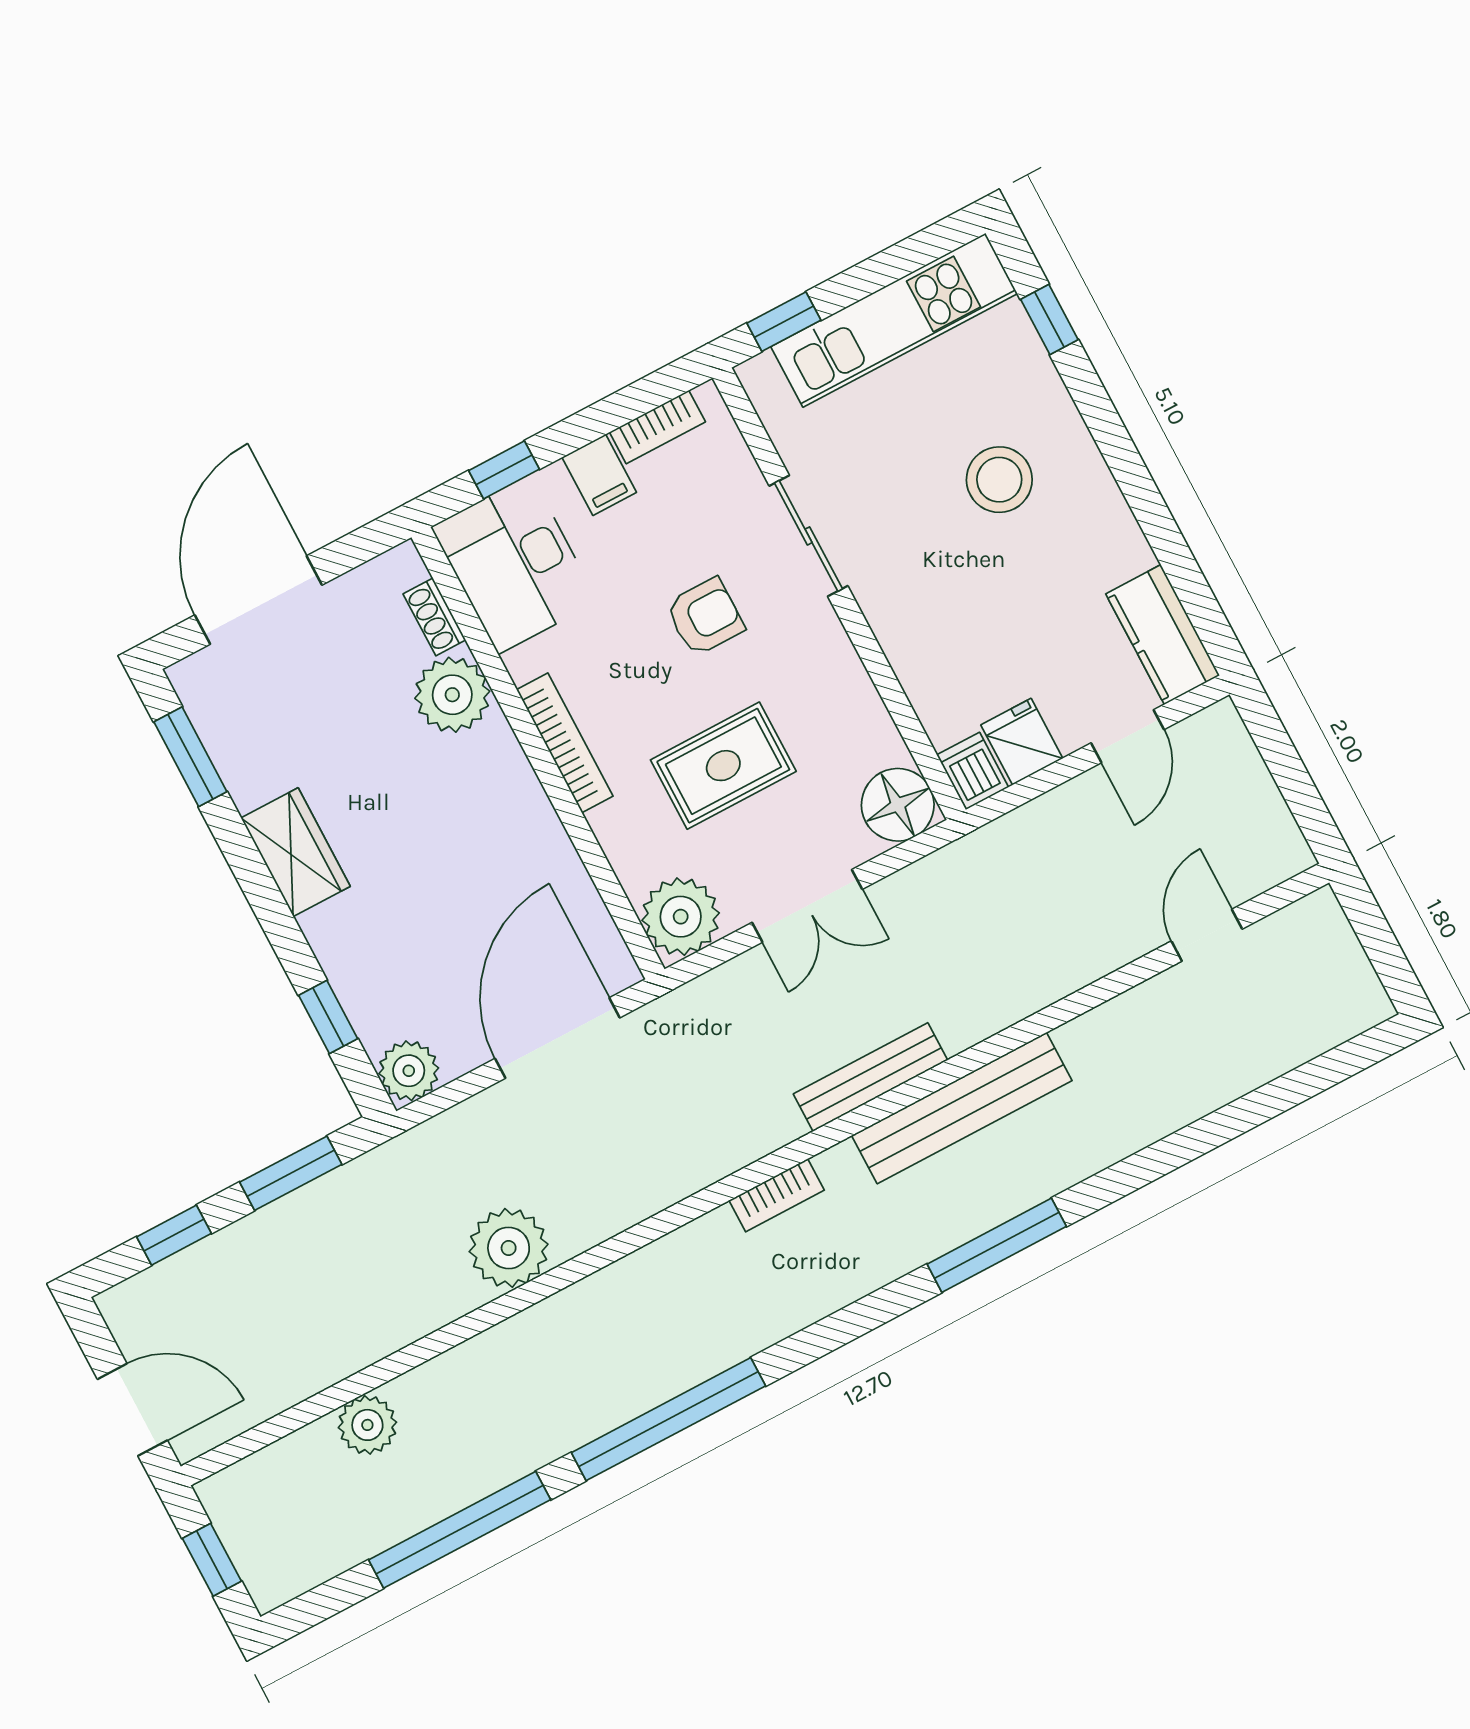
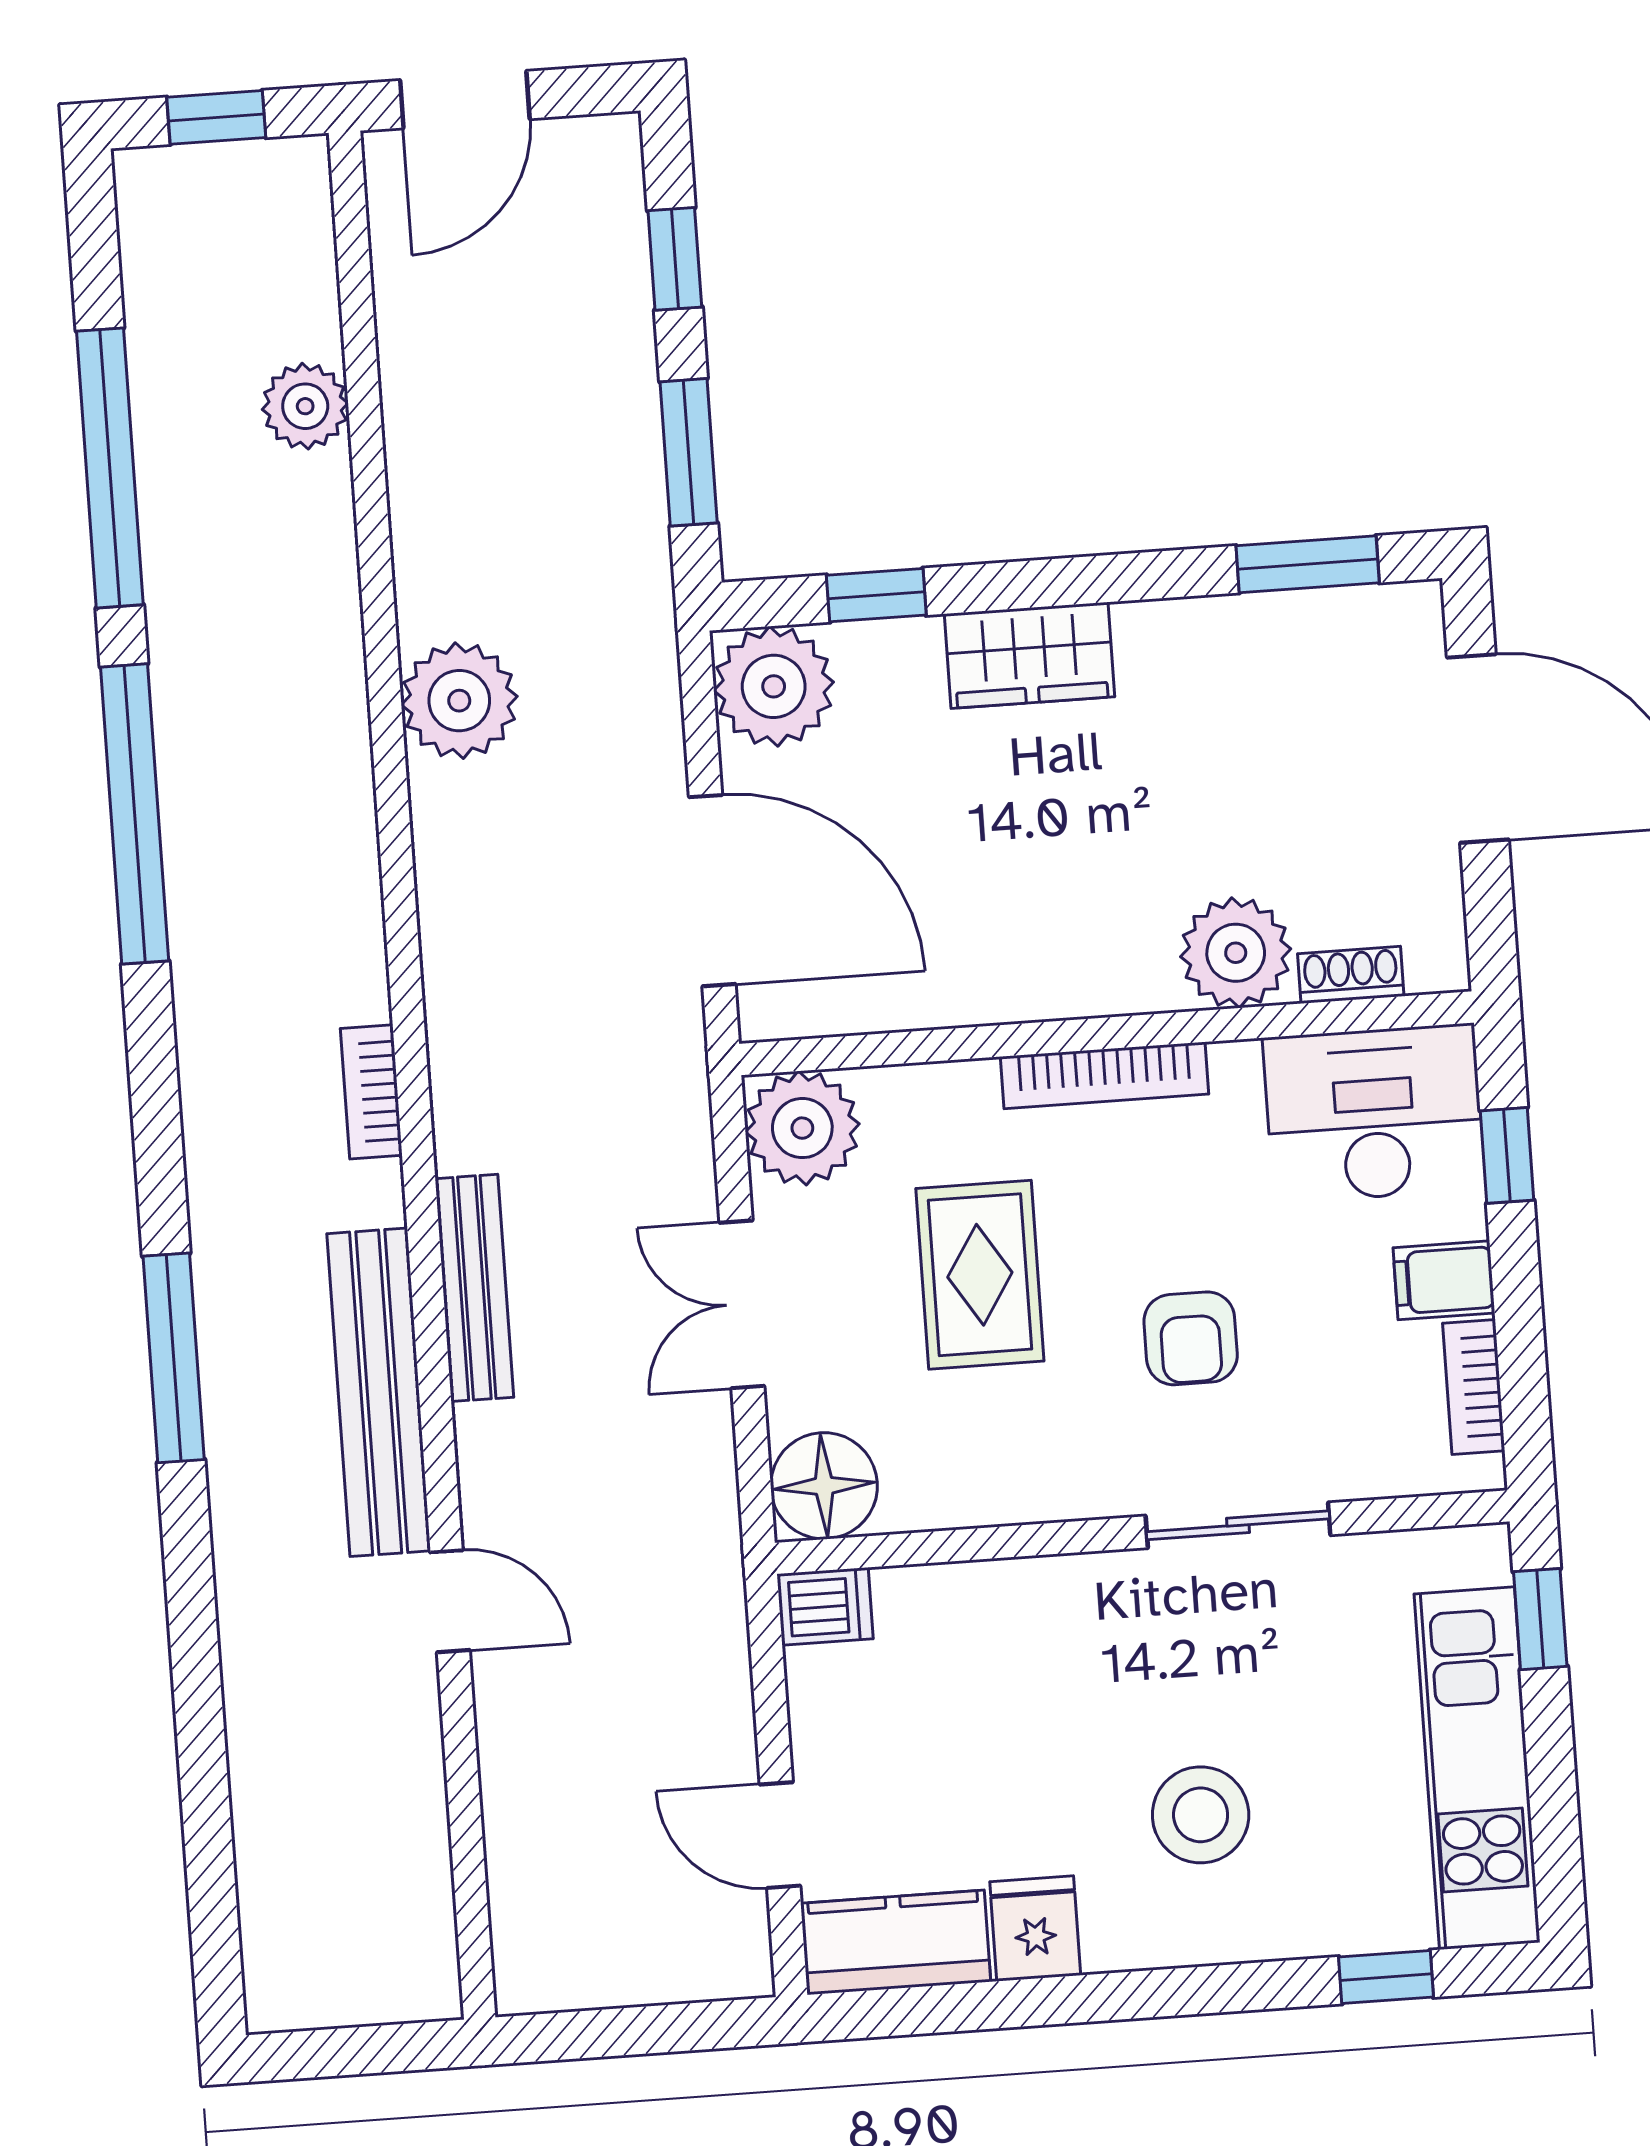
fridge: (1022, 742) -> (1035, 1929), moved, turned -90
wardrobe: (296, 852) -> (1030, 655), moved
door: (1207, 935) -> (450, 1601), moved
plant: (409, 1071) -> (774, 686), width x1.36, depth x1.36

